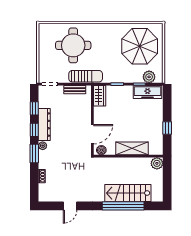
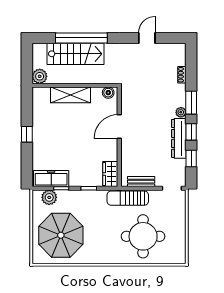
shelving: (132, 148) -> (70, 95), moved
boiler: (101, 150) -> (108, 93), moved
wall: (128, 156) -> (75, 85), moved
plant: (157, 163) -> (40, 76), moved

